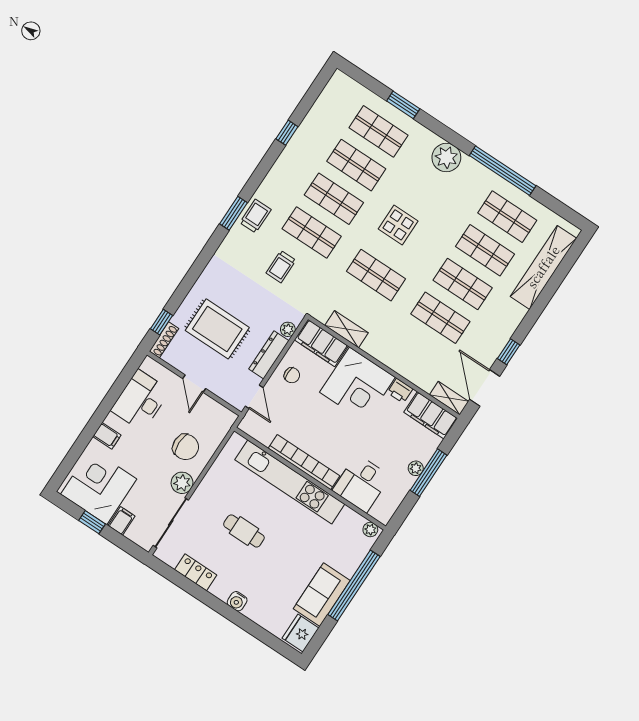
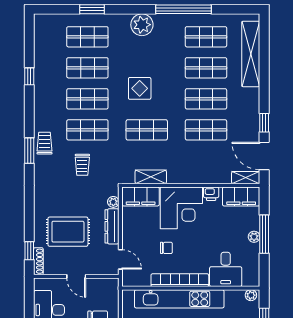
chair: (292, 375) -> (166, 248), moved

